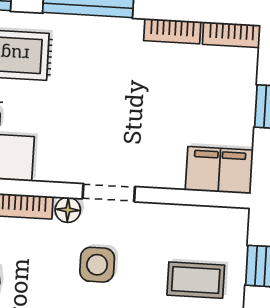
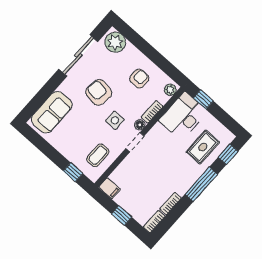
filing cabinet: (219, 170) -> (110, 188), width x0.50
coffee table: (196, 280) -> (98, 155), moved

